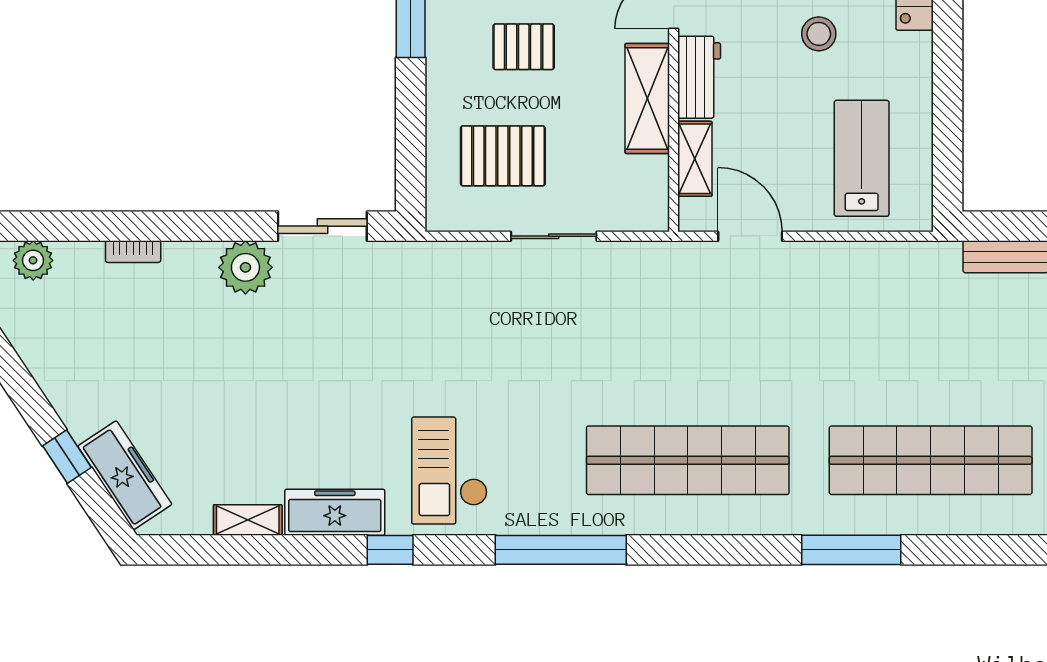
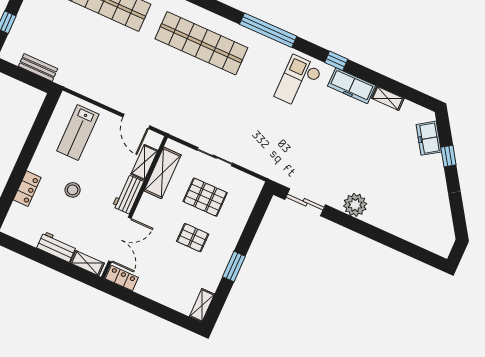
shelving: (647, 98) -> (163, 173), moved
pallet: (503, 156) -> (205, 197), moved
bookcase: (133, 252) -> (385, 226), removed
plant: (33, 260) -> (427, 240), removed
plant: (245, 267) -> (355, 205), moved
checkout: (449, 471) -> (298, 82), turned 180
freezer: (125, 475) -> (429, 138), width x0.71

